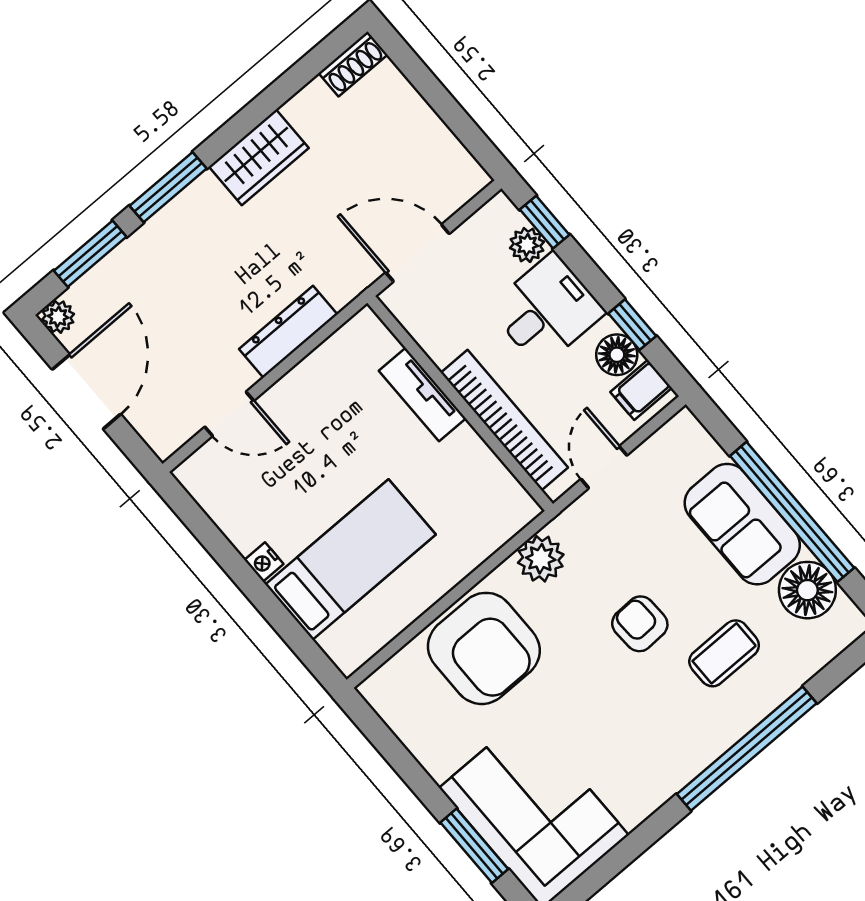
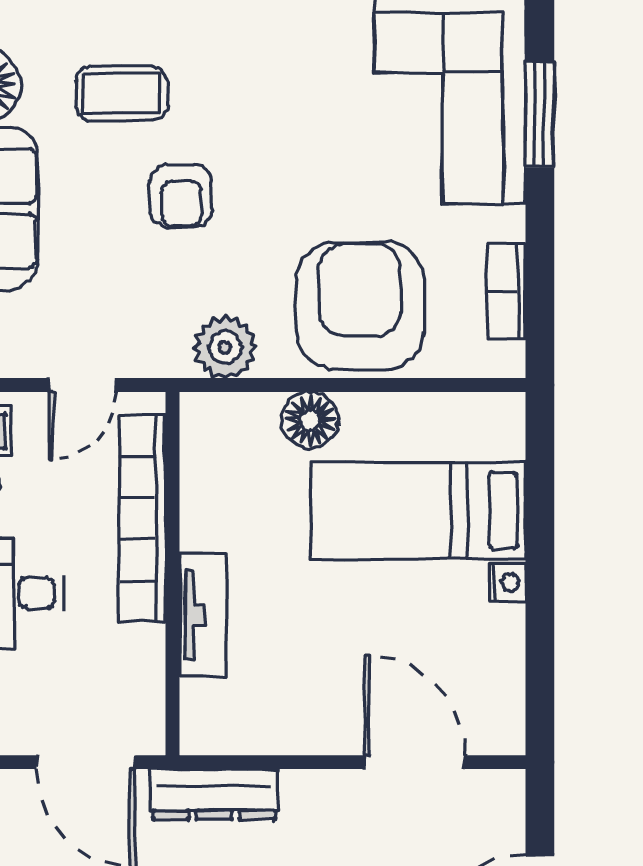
dresser: (288, 332) -> (214, 794), moved
door: (229, 414) -> (415, 762), width x1.38
floor lamp: (456, 559) -> (310, 420), added
bookcase: (407, 729) -> (507, 291), added

